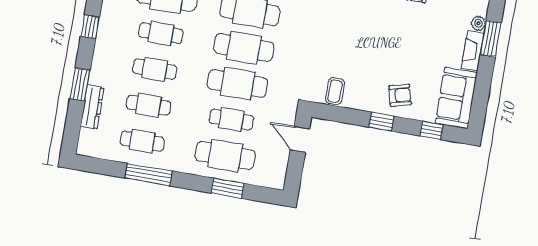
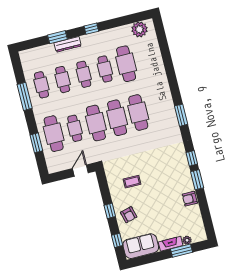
coffee table: (335, 91) -> (132, 182), moved
dresser: (92, 107) -> (68, 44), moved

